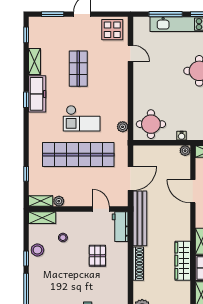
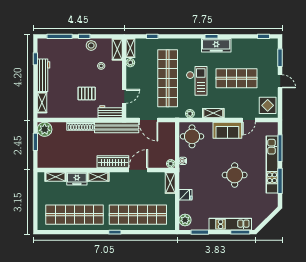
shelving: (35, 61) -> (213, 113), moved
shop shelf: (78, 69) -> (236, 78), width x1.43, depth x1.36
sofa: (143, 80) -> (227, 130), added
checkout: (82, 118) -> (197, 81), turned 180
wardrobe: (183, 261) -> (113, 162), moved

